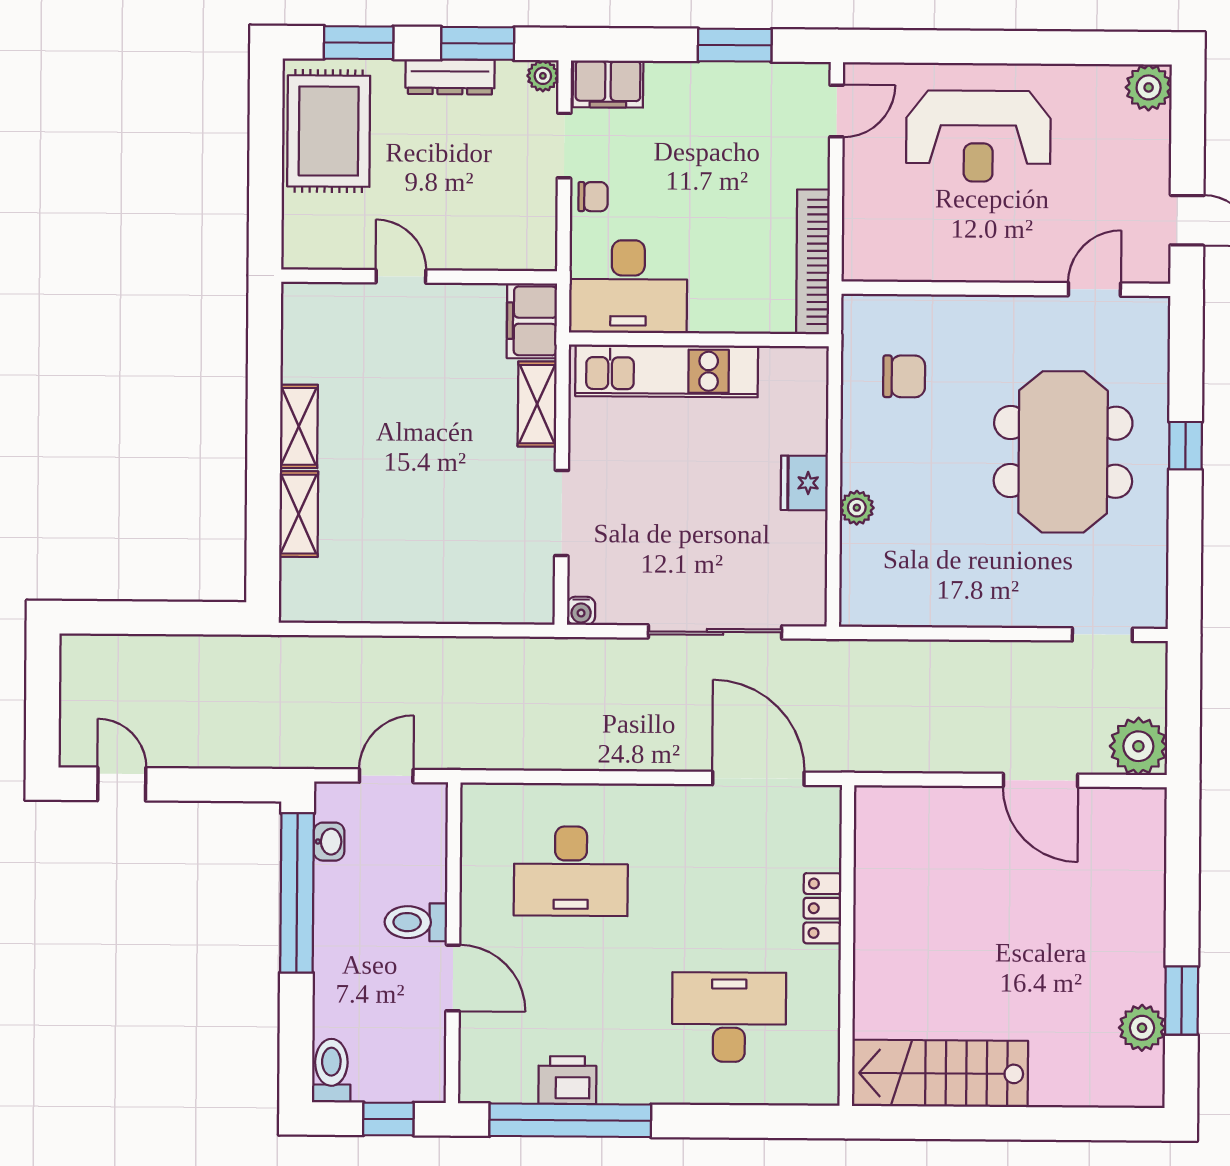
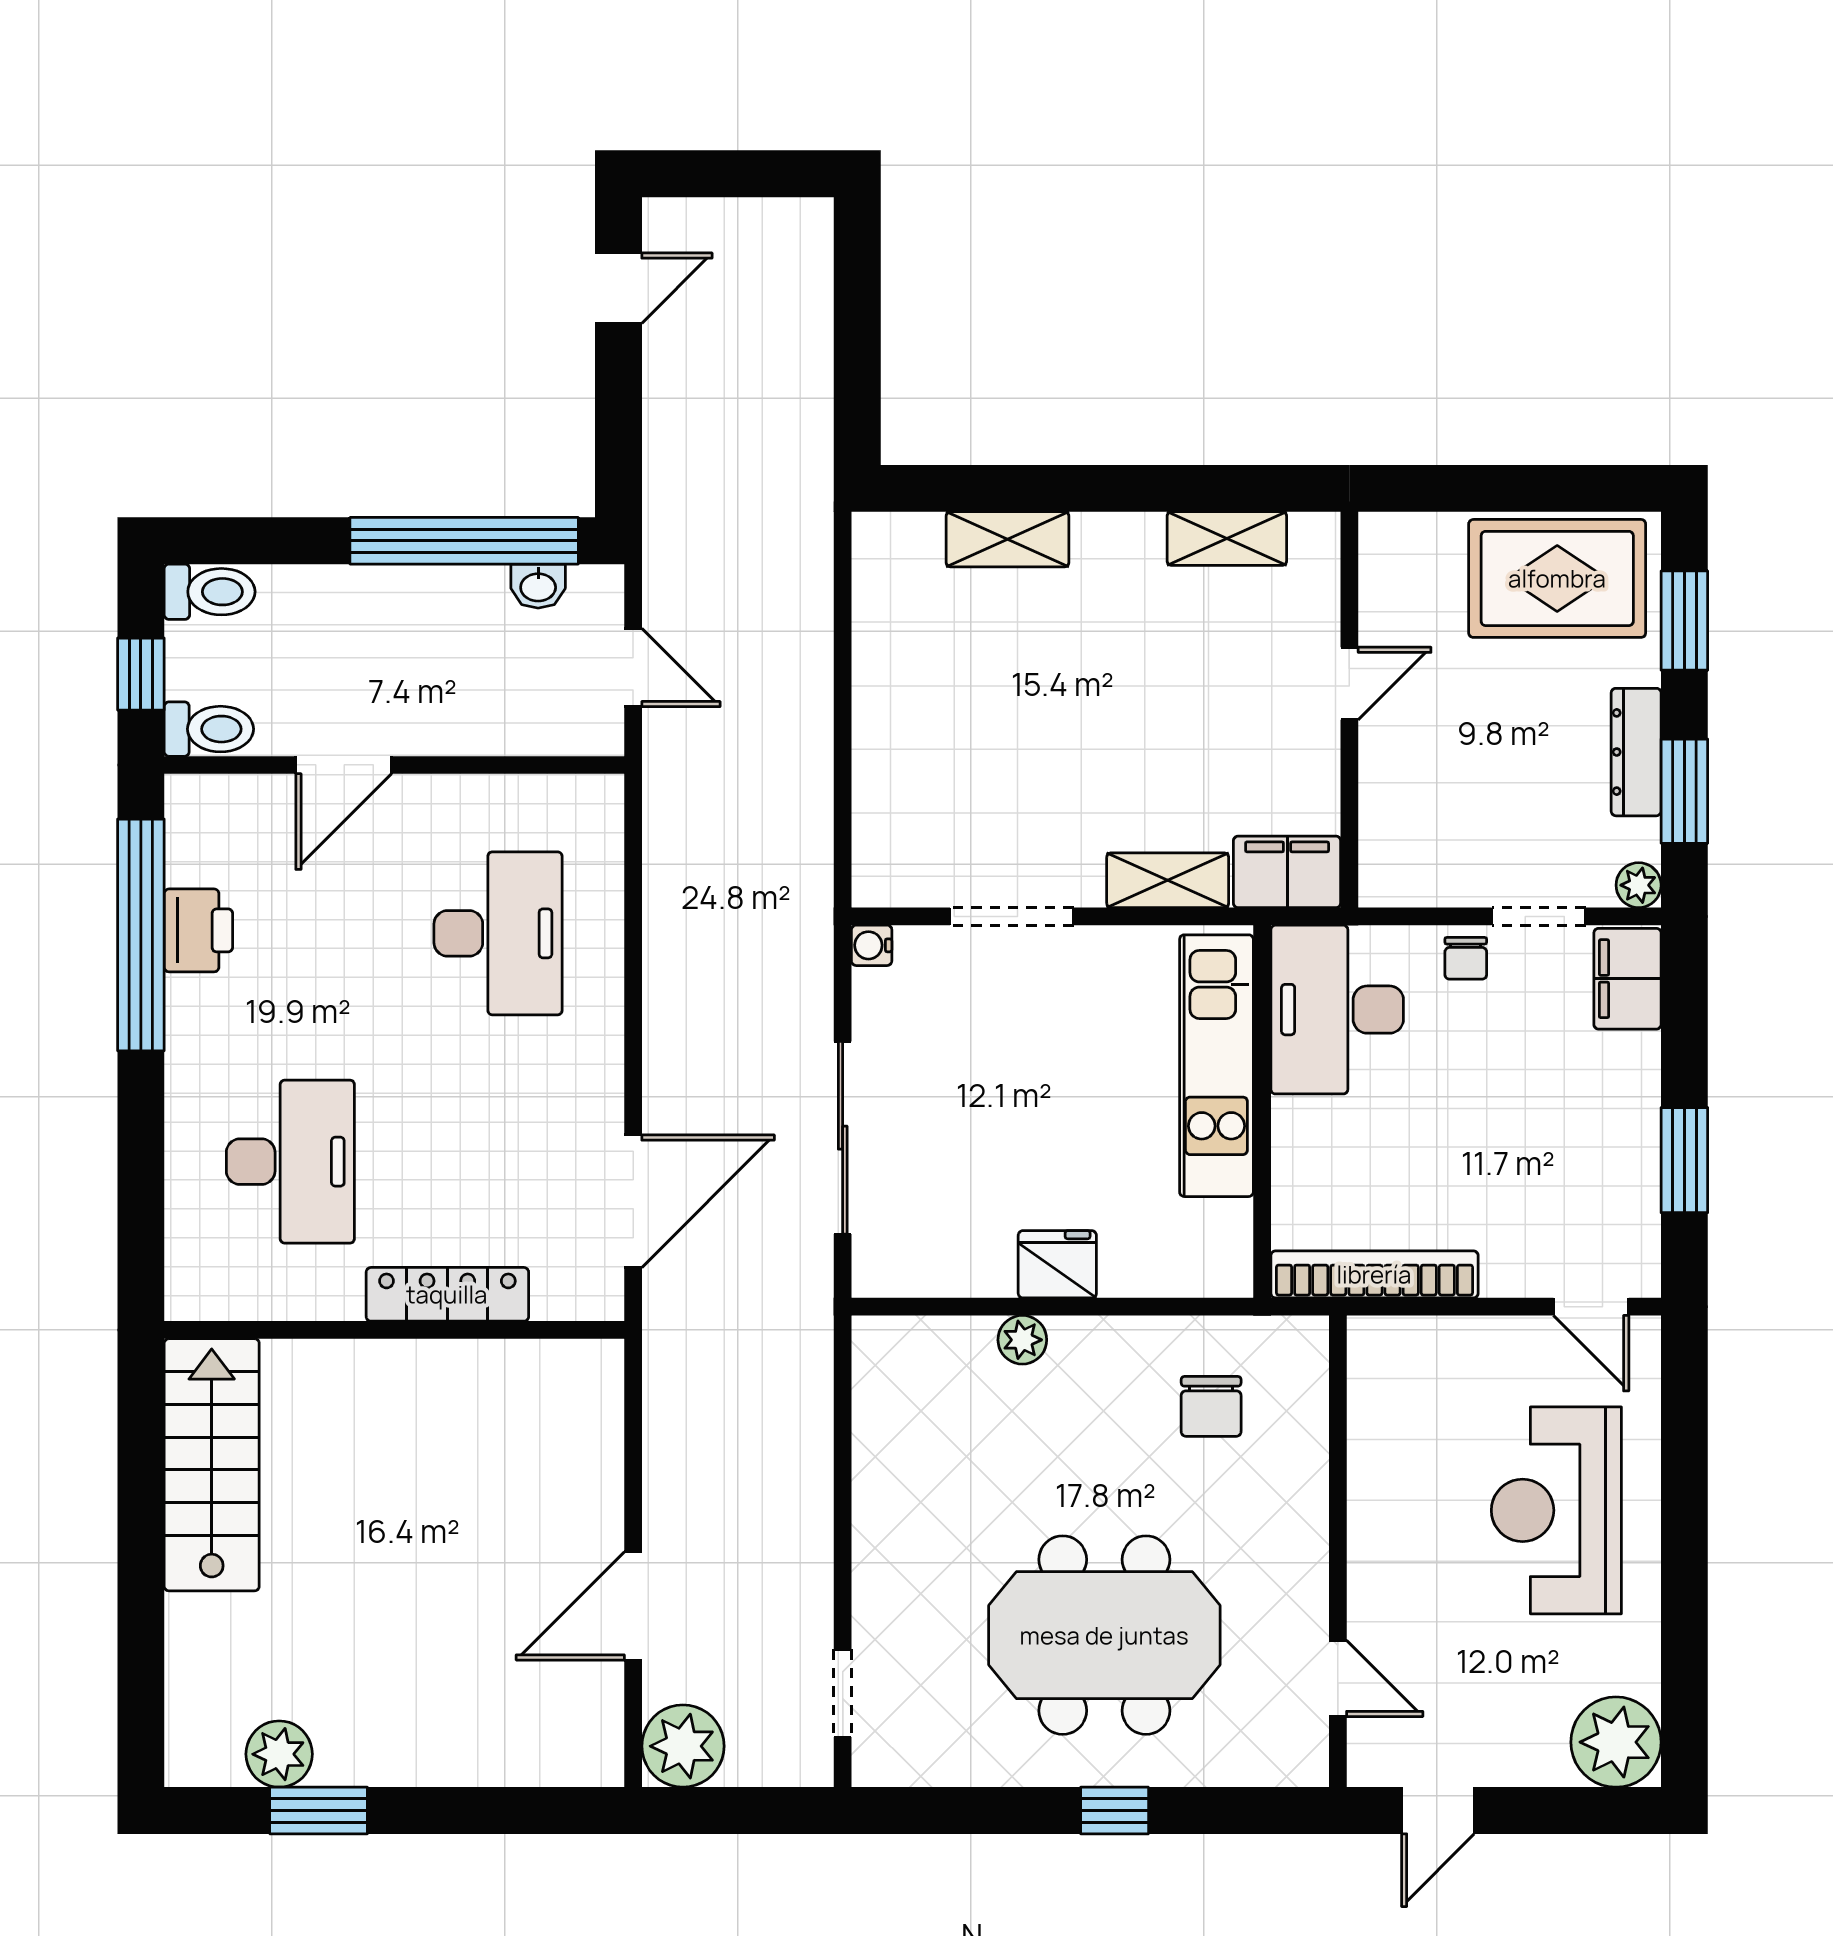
plant: (1149, 87) -> (1616, 1742), width x1.36, depth x1.36
shelving: (299, 426) -> (1227, 539), moved
desk: (571, 871) -> (498, 933), turned 180
locker: (822, 908) -> (447, 1294), width x1.53
toilet: (416, 922) -> (209, 729), moved, turned 90

